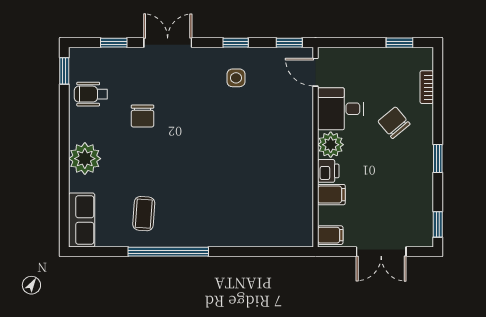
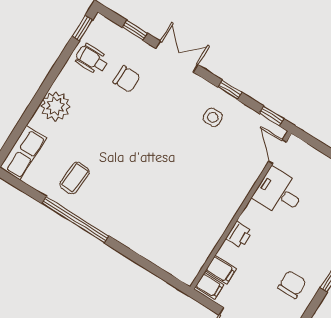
chair: (142, 116) -> (127, 79), moved, turned -90
chair: (394, 123) -> (292, 285), moved, turned 40
plant: (331, 145) -> (254, 216), removed
filing cabinet: (331, 195) -> (221, 270), moved

